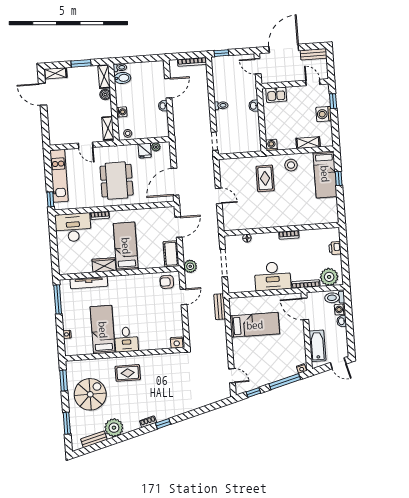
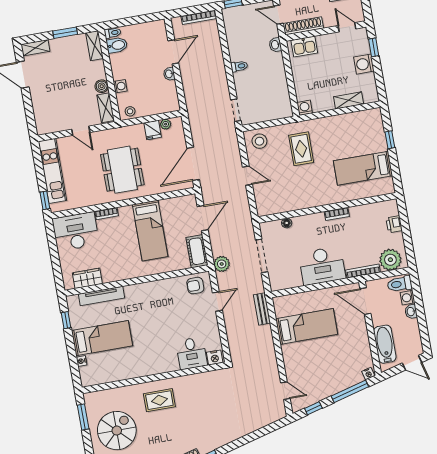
shoe rack: (277, 78) -> (303, 26), added
boiler: (105, 95) -> (102, 86), moved
washbasin: (254, 106) -> (275, 45), moved
stool: (291, 165) -> (259, 141), moved
bed: (325, 174) -> (363, 168), moved, turned 90
bed: (126, 246) -> (150, 231), moved, turned 180
wardrobe: (104, 265) -> (87, 278), moved
window: (58, 299) -> (66, 320), width x0.46
bed: (103, 330) -> (102, 338), moved, turned 90
desk: (126, 339) -> (192, 353), moved

